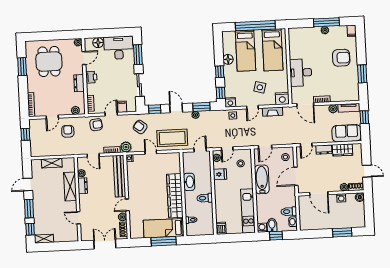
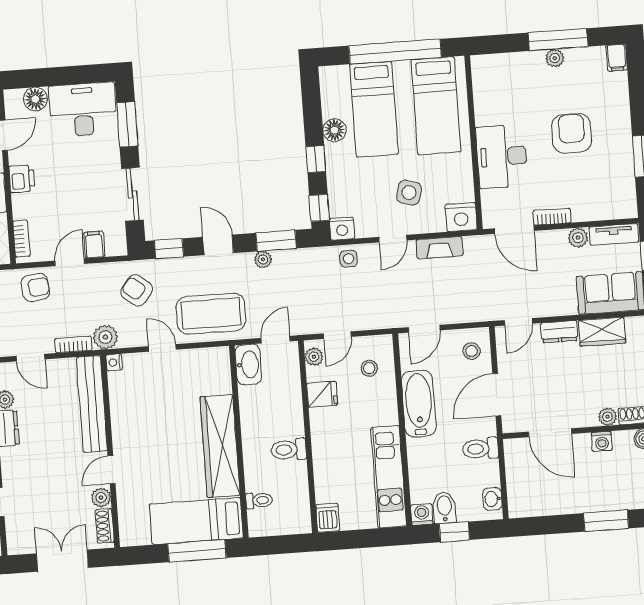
armchair: (341, 58) -> (572, 133), moved, turned -90
washbasin: (189, 182) -> (248, 365), moved
toilet: (289, 212) -> (480, 449), moved

